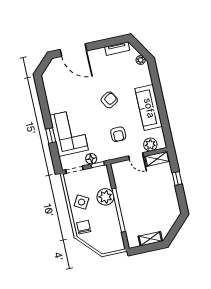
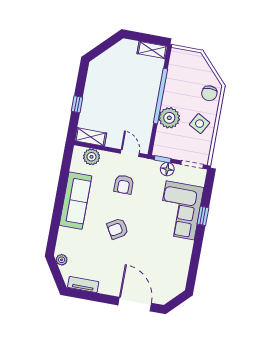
armchair: (118, 134) -> (124, 184), turned 180
door: (136, 156) -> (130, 153), moved
shelving: (150, 239) -> (152, 50), moved

